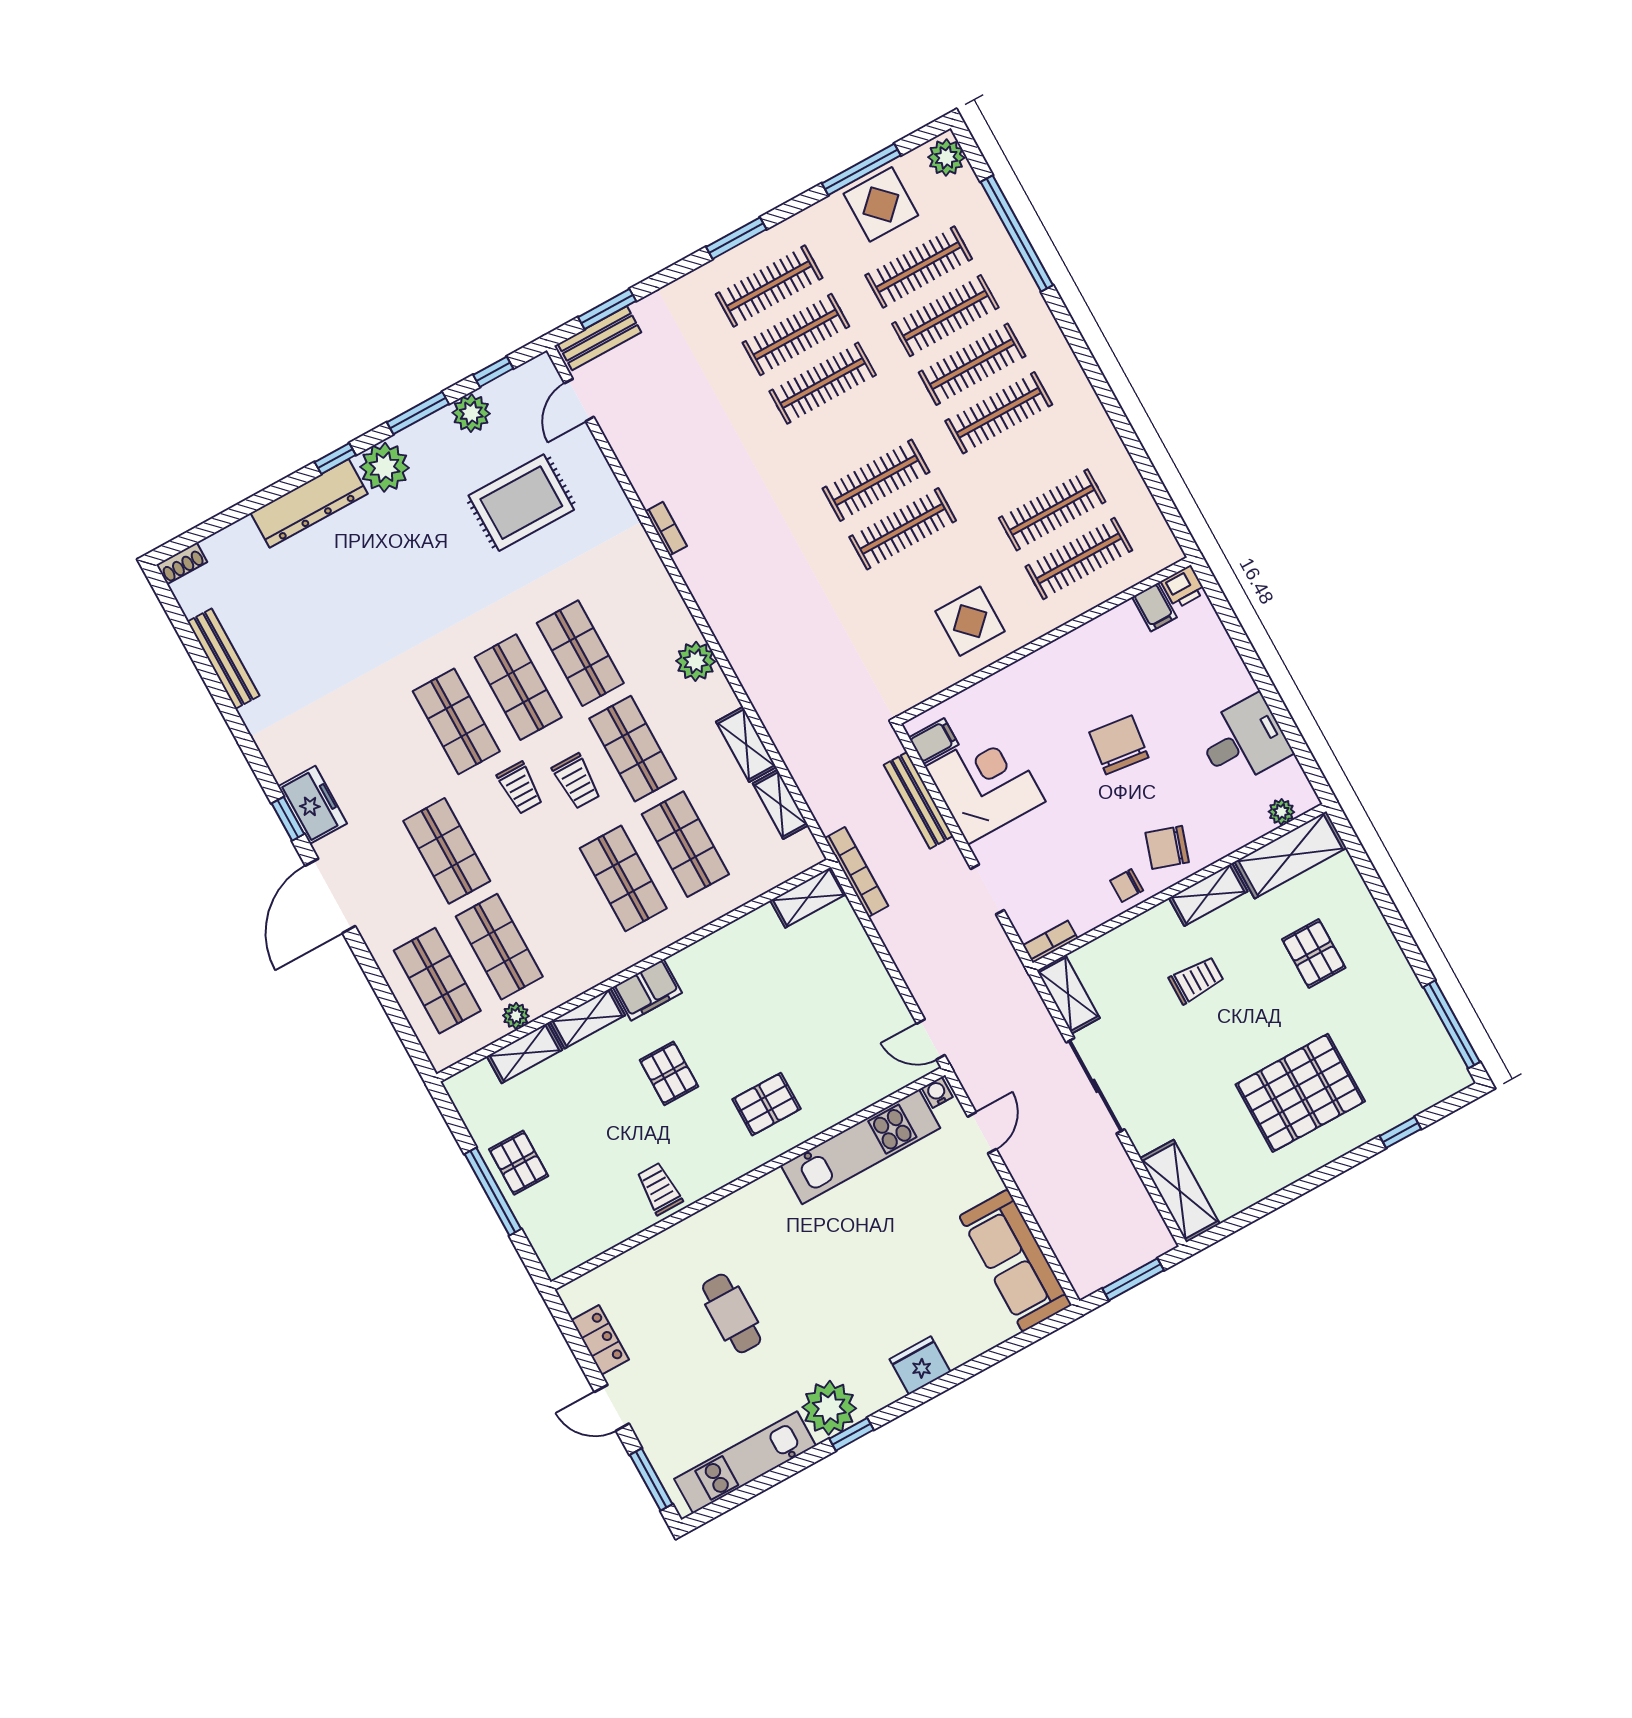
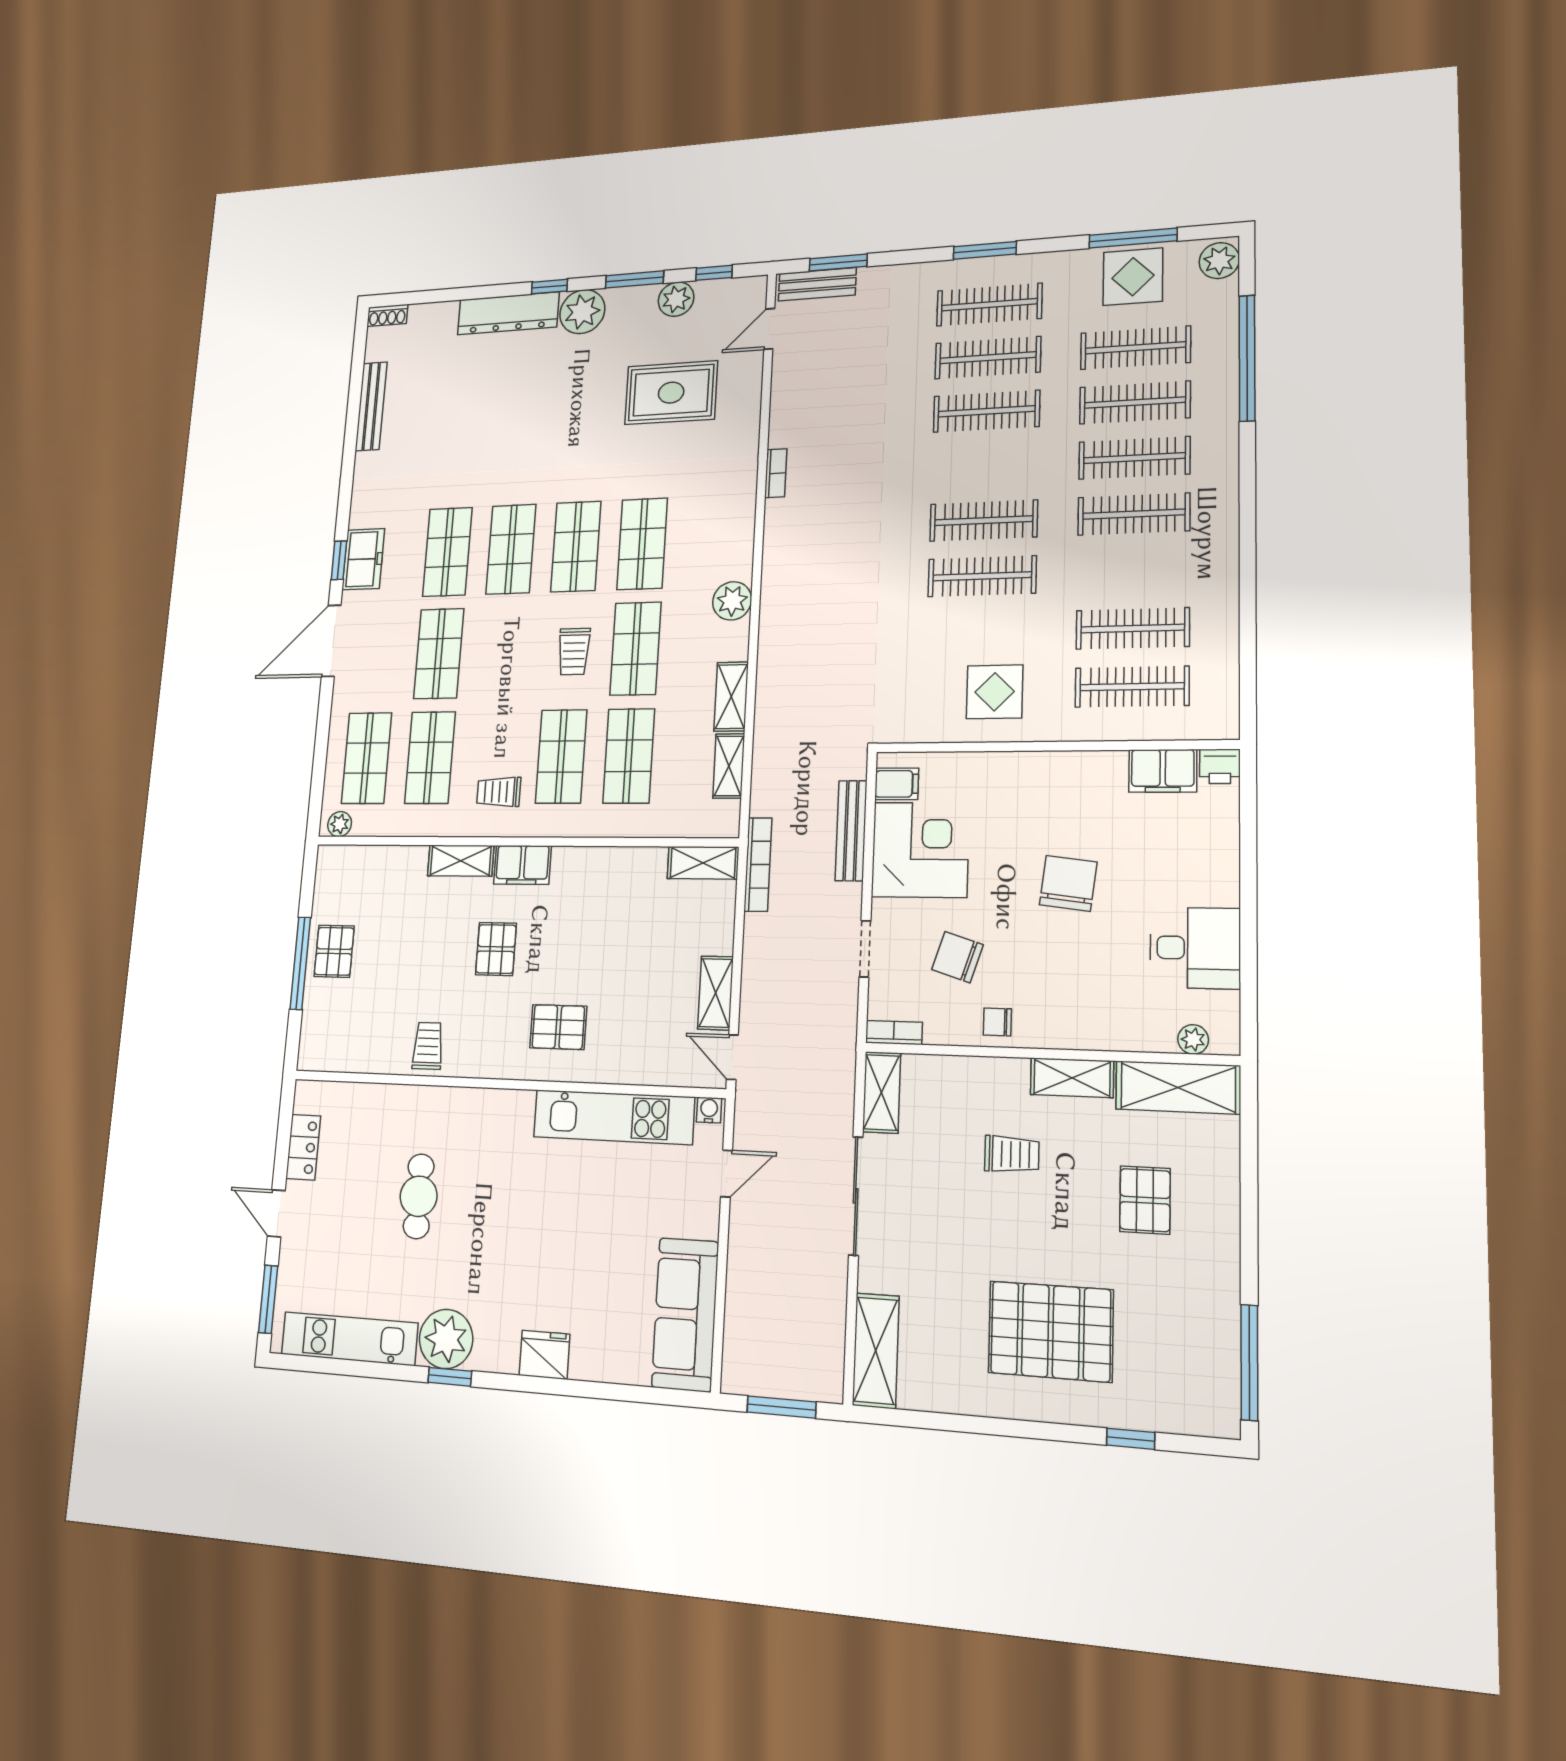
filing cabinet: (1154, 607) -> (1163, 771), width x2.00
shop shelf: (394, 755) -> (447, 552), added
trolley: (520, 788) -> (499, 792), moved, turned 90
chair: (1167, 847) -> (957, 957), moved
plant: (516, 1016) -> (340, 824), moved
shelving: (525, 1053) -> (716, 993), moved, turned 90

